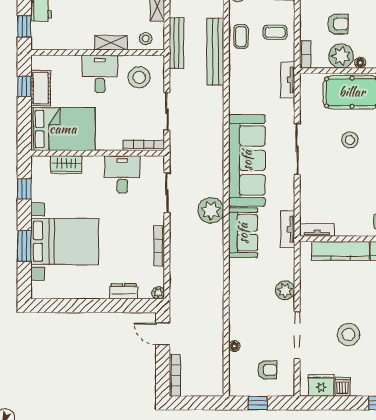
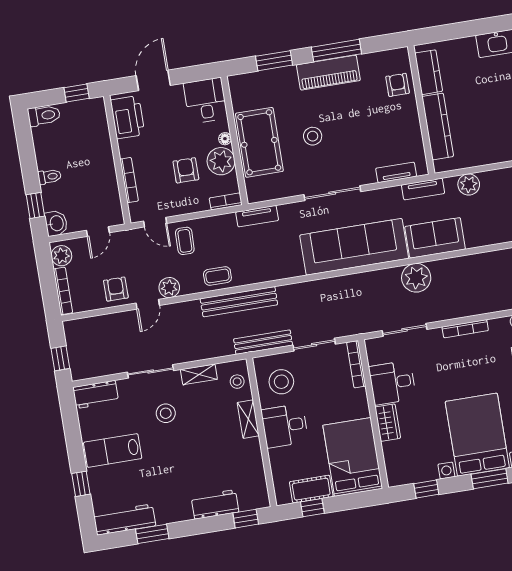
coffee table: (275, 32) -> (185, 241), moved
bench: (176, 43) -> (263, 342), moved
wardrobe: (66, 165) -> (388, 423), moved
tv unit: (317, 230) -> (396, 172), moved, turned 90
plant: (285, 290) -> (469, 184), moved

